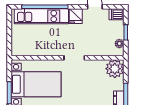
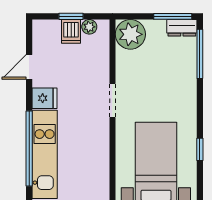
dishwasher: (117, 14) -> (71, 31), moved

